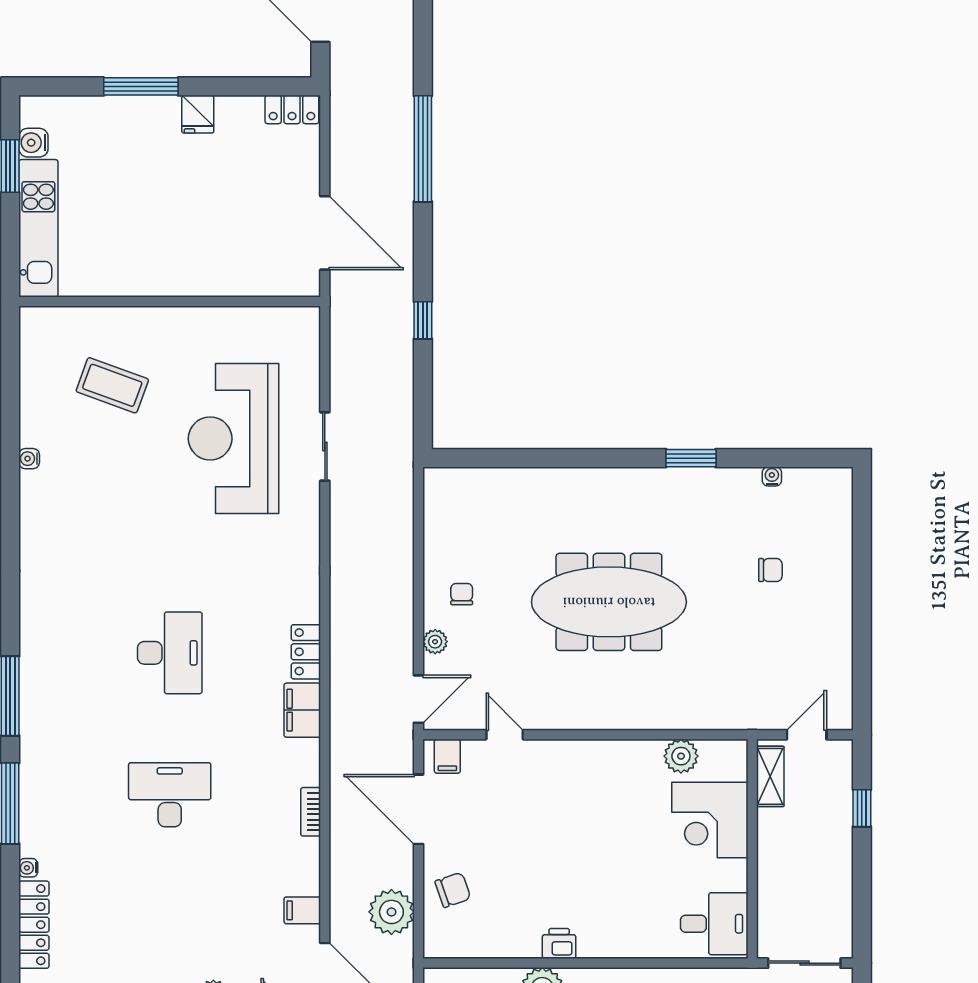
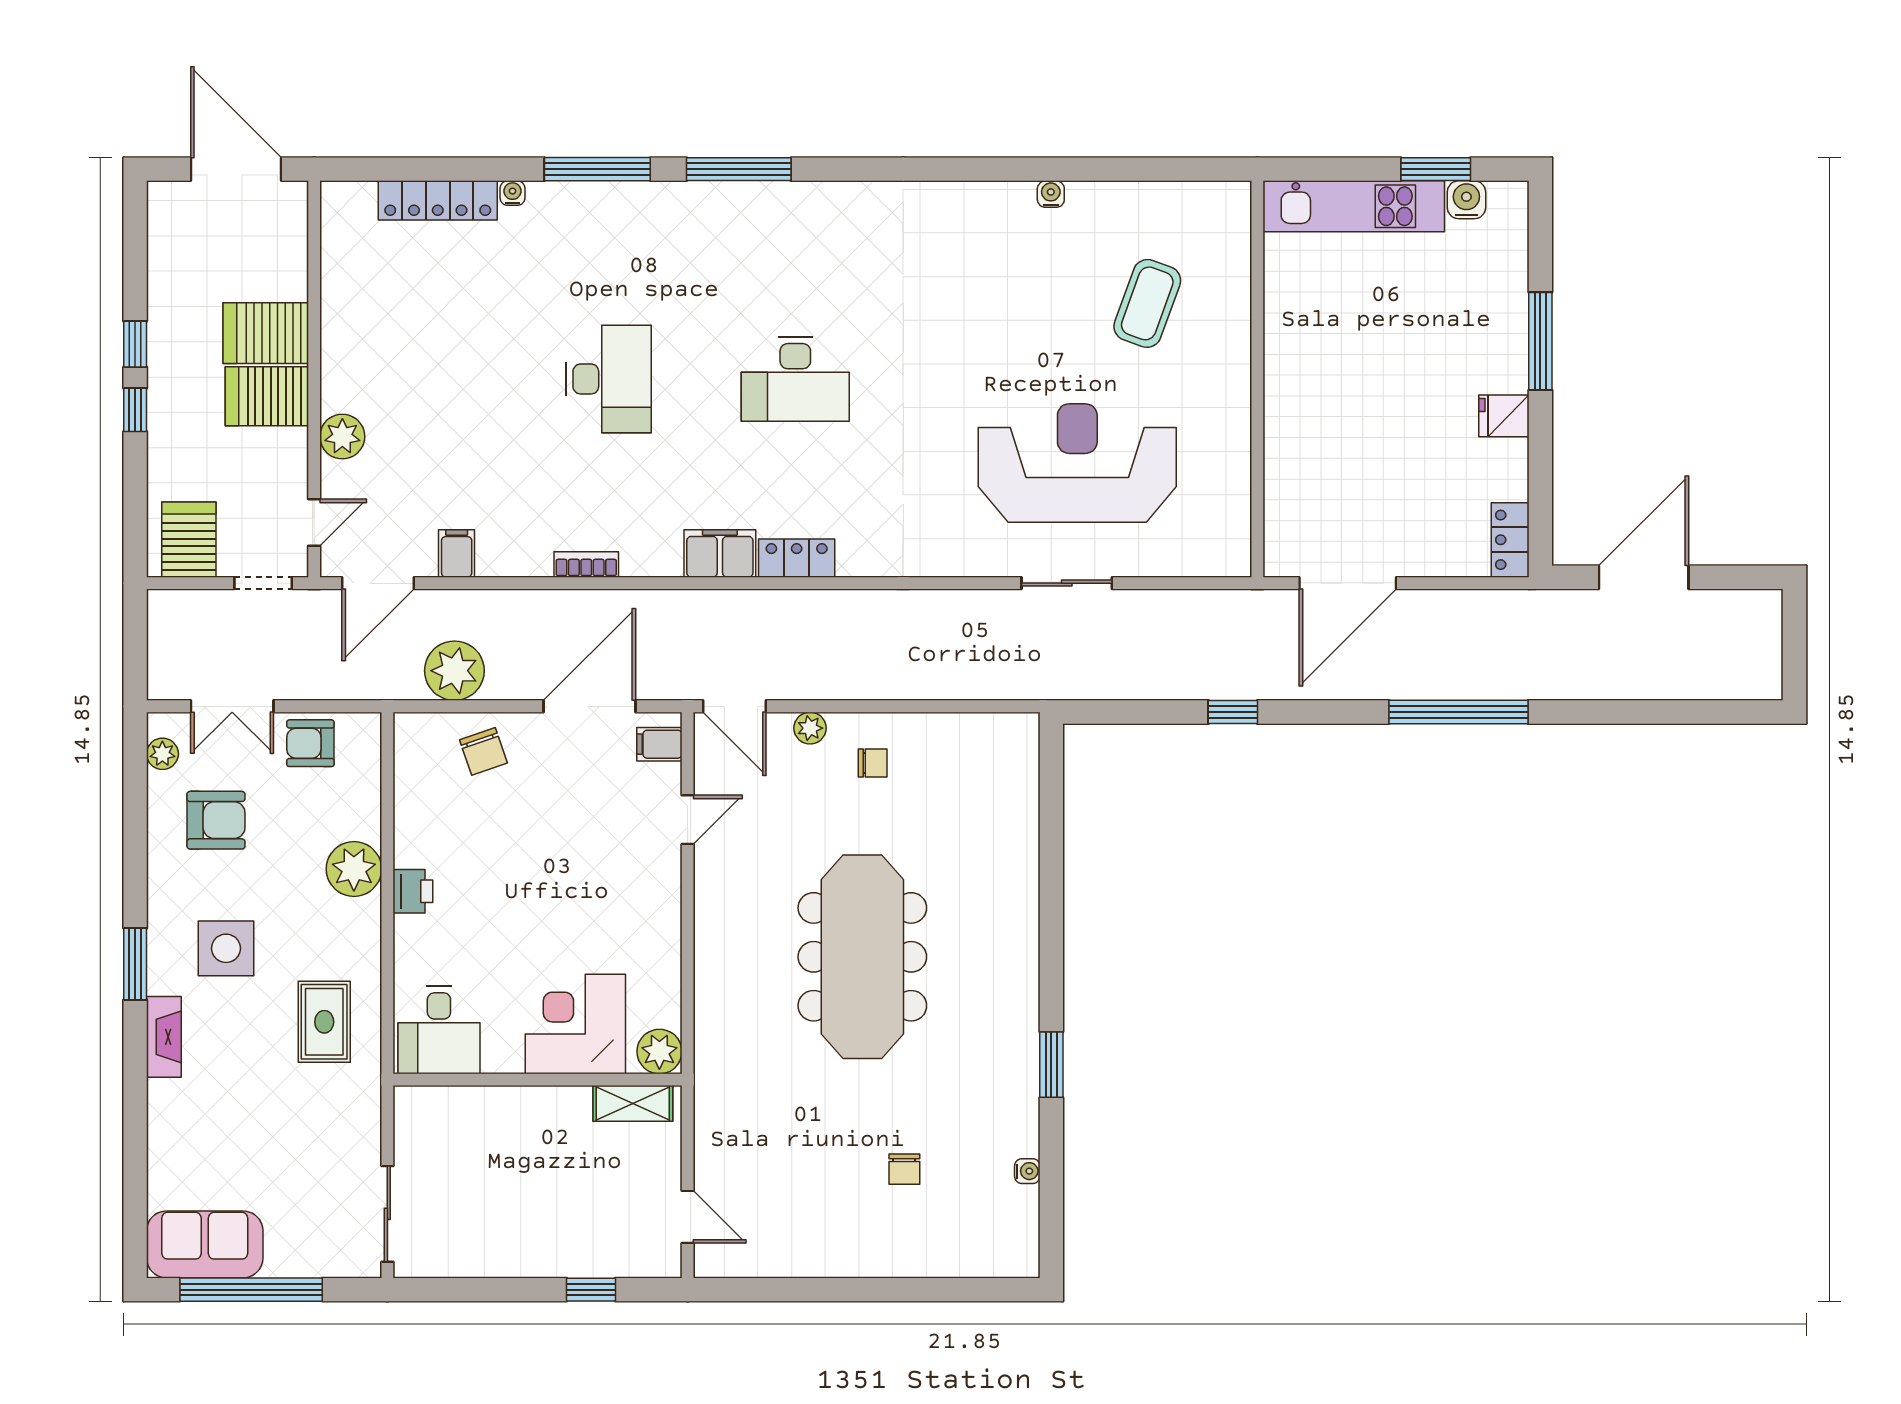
shelving: (770, 776) -> (633, 1103), moved
corner desk: (710, 820) -> (575, 1024), moved
wall: (752, 849) -> (537, 1080), moved
desk: (714, 924) -> (439, 1030), moved

